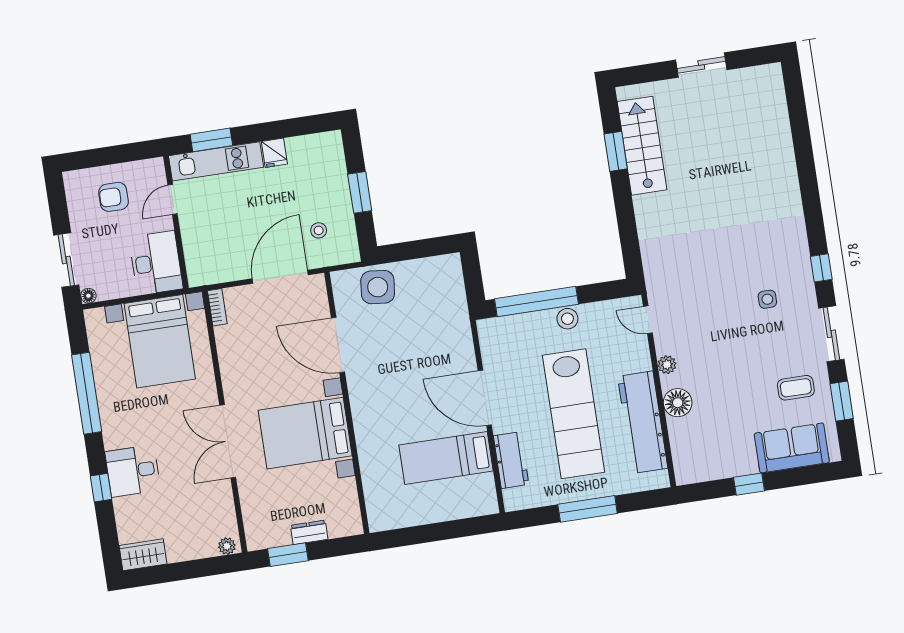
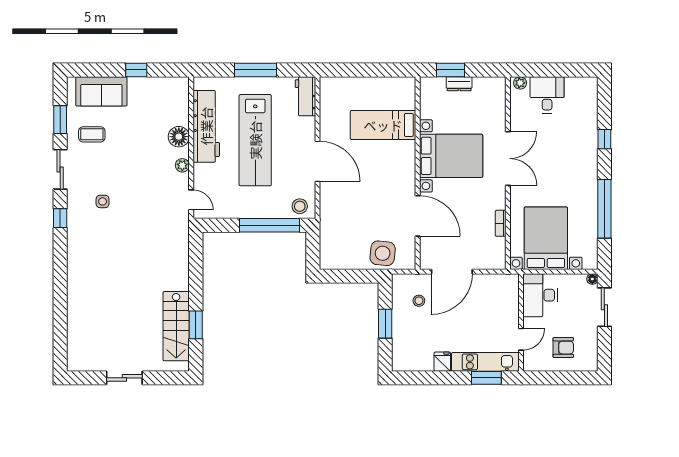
bookcase: (217, 307) -> (501, 223), moved
stool: (567, 319) -> (300, 206), moved
lab bench: (573, 414) -> (255, 140), turned 180
bed: (446, 458) -> (383, 125), moved, turned 180
workbench: (511, 460) -> (305, 96), moved
desk: (133, 471) -> (547, 95), moved, turned -90
wardrobe: (143, 555) -> (582, 86), removed
window: (288, 555) -> (450, 70), moved

